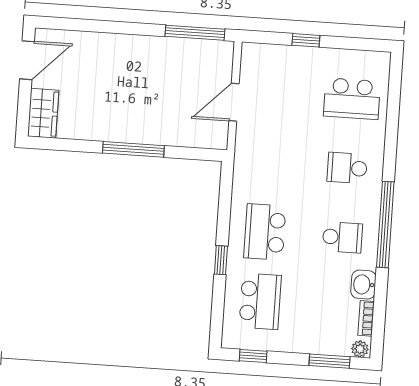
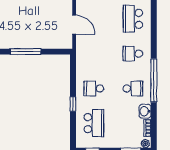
school desk: (352, 99) -> (133, 19), turned 90
door: (234, 102) -> (74, 25), swing flipped
school desk: (265, 232) -> (94, 88), width x0.54

